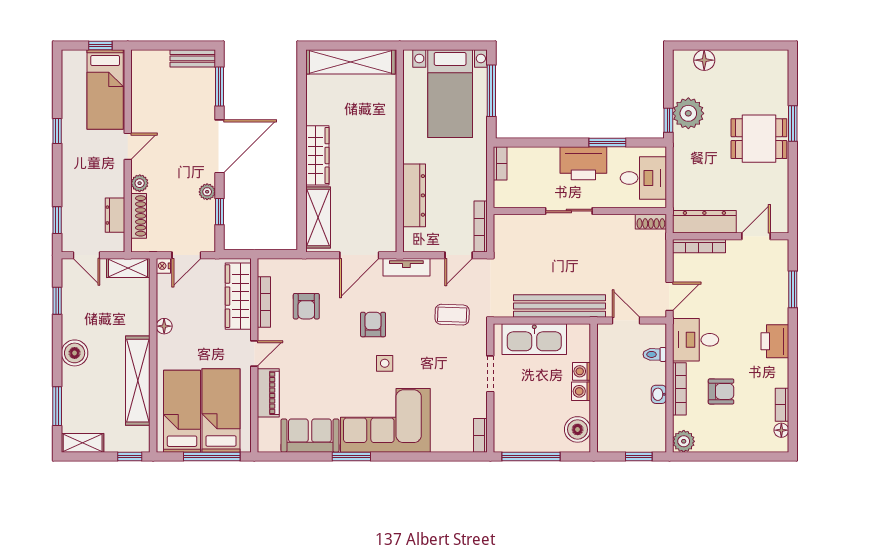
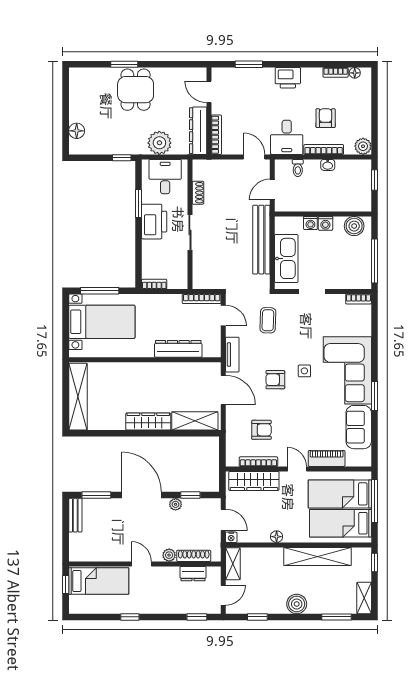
plant: (688, 113) -> (159, 143), moved
shoe rack: (651, 222) -> (198, 193), moved

